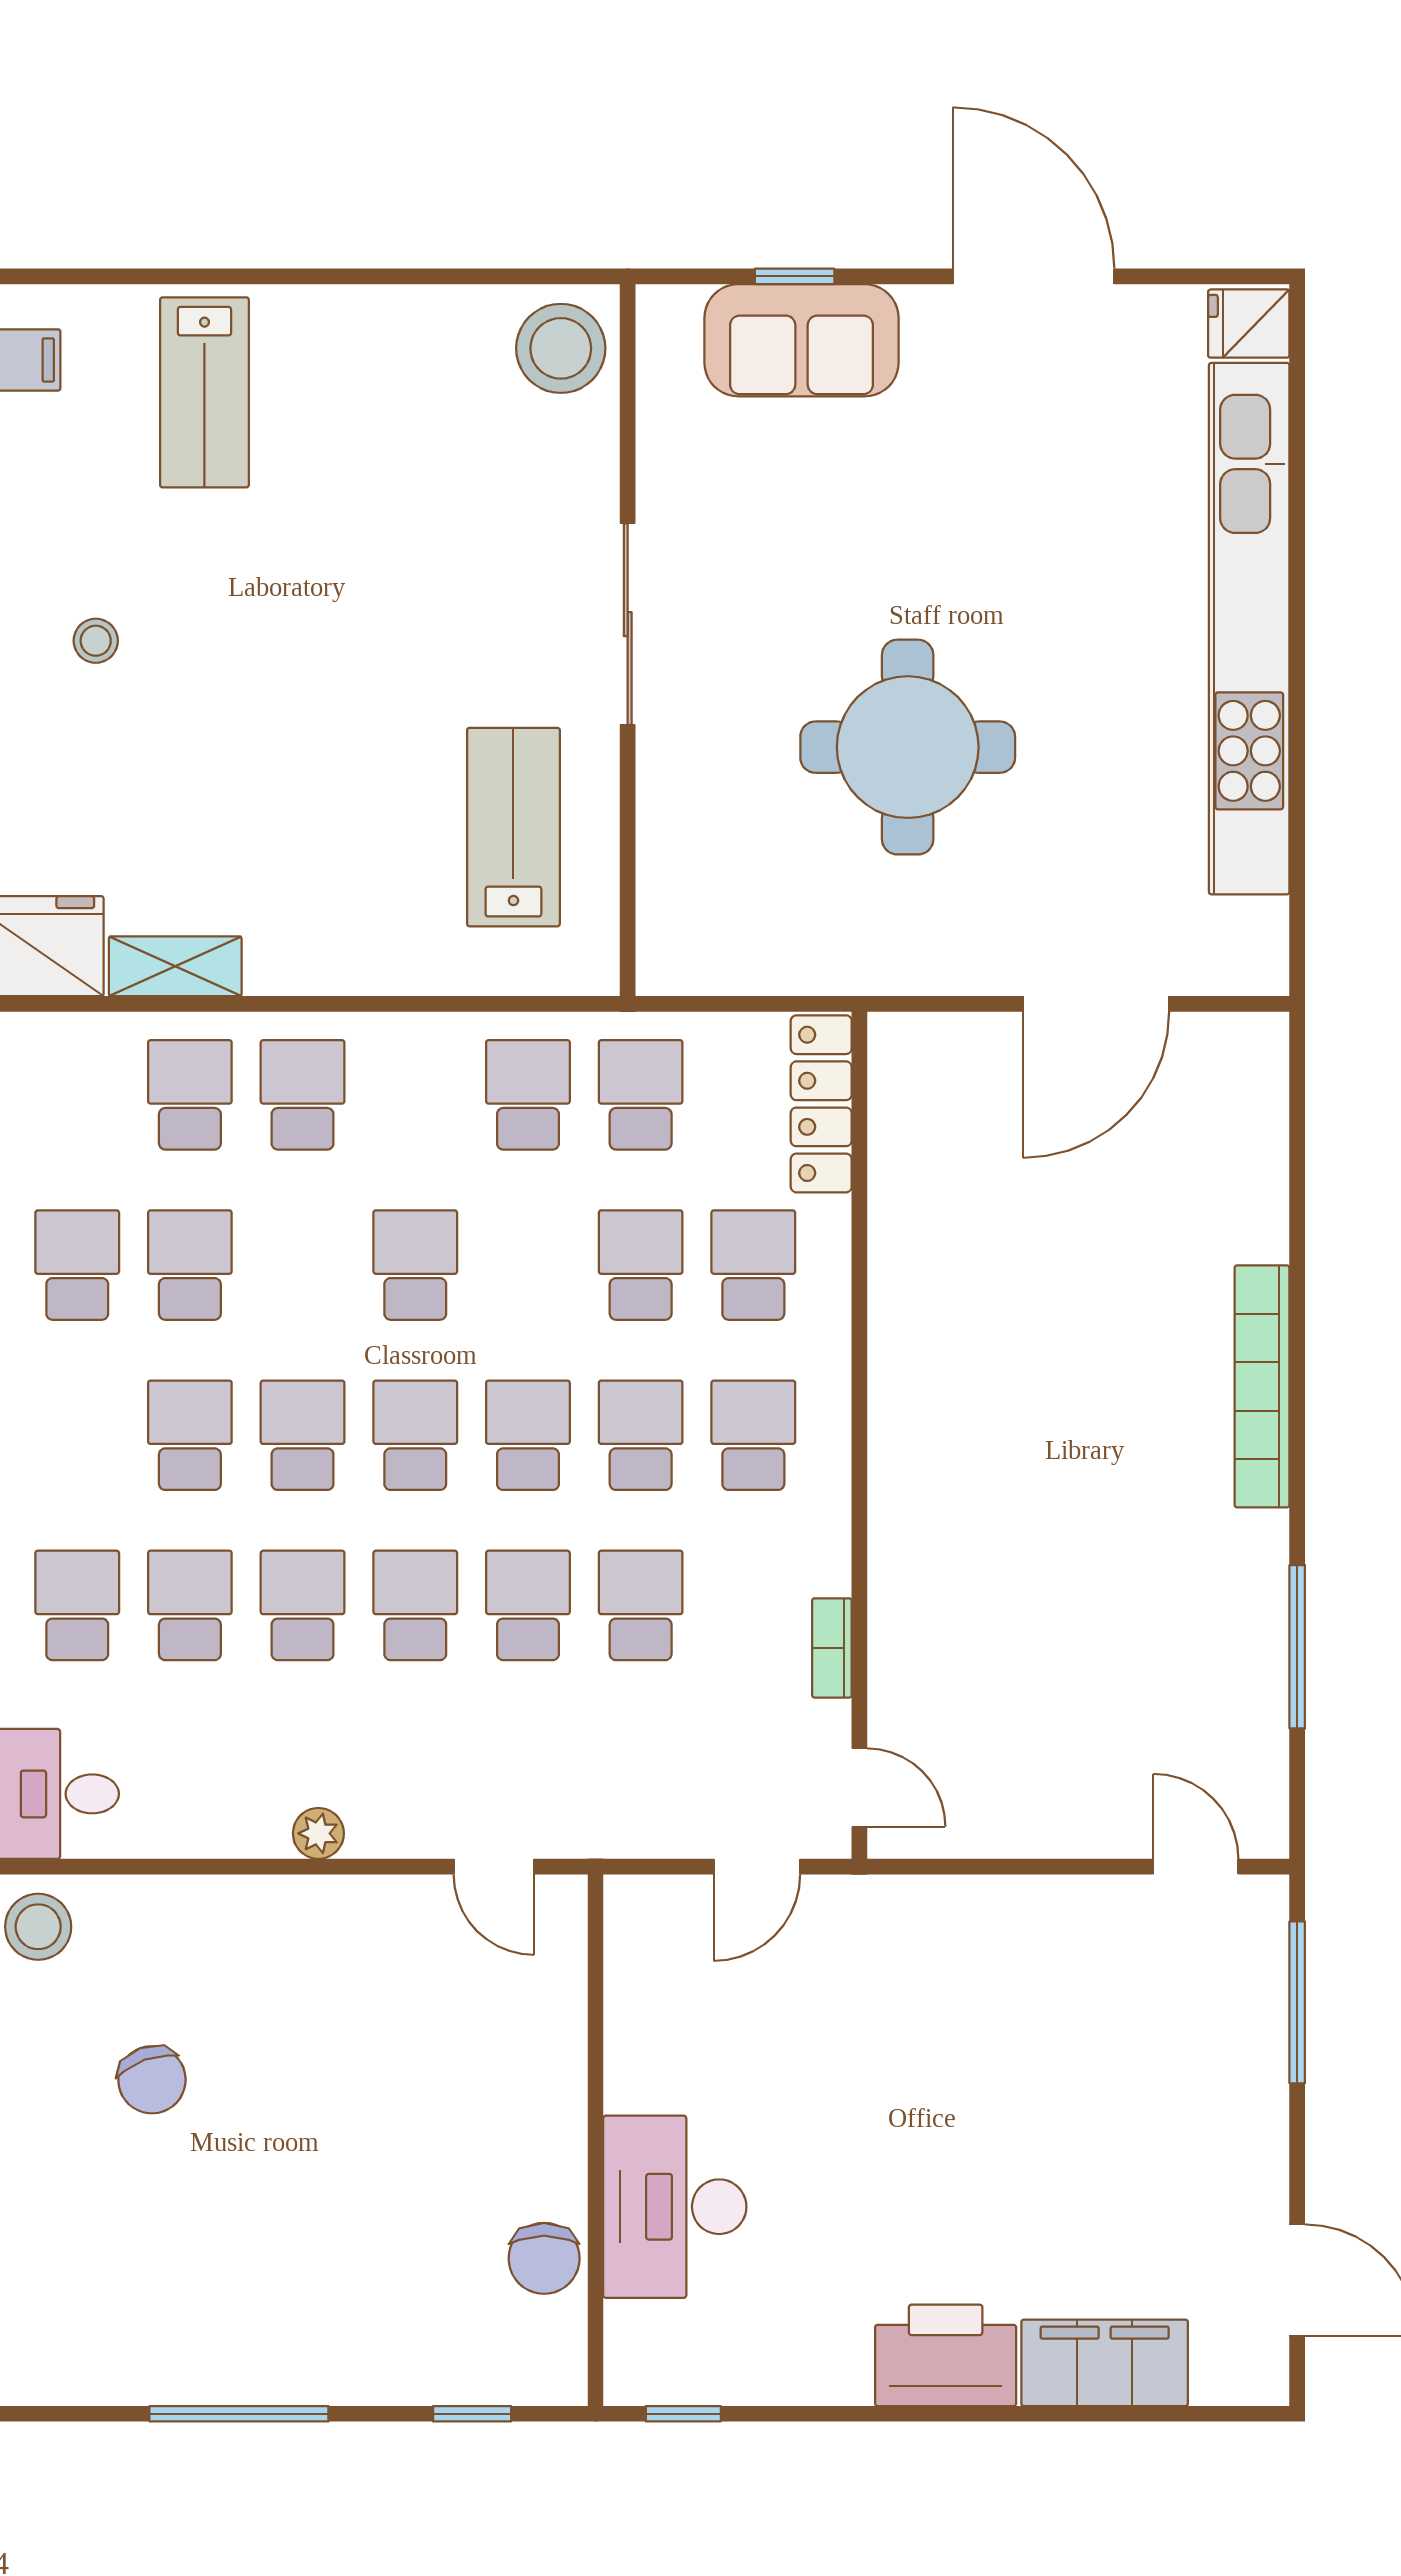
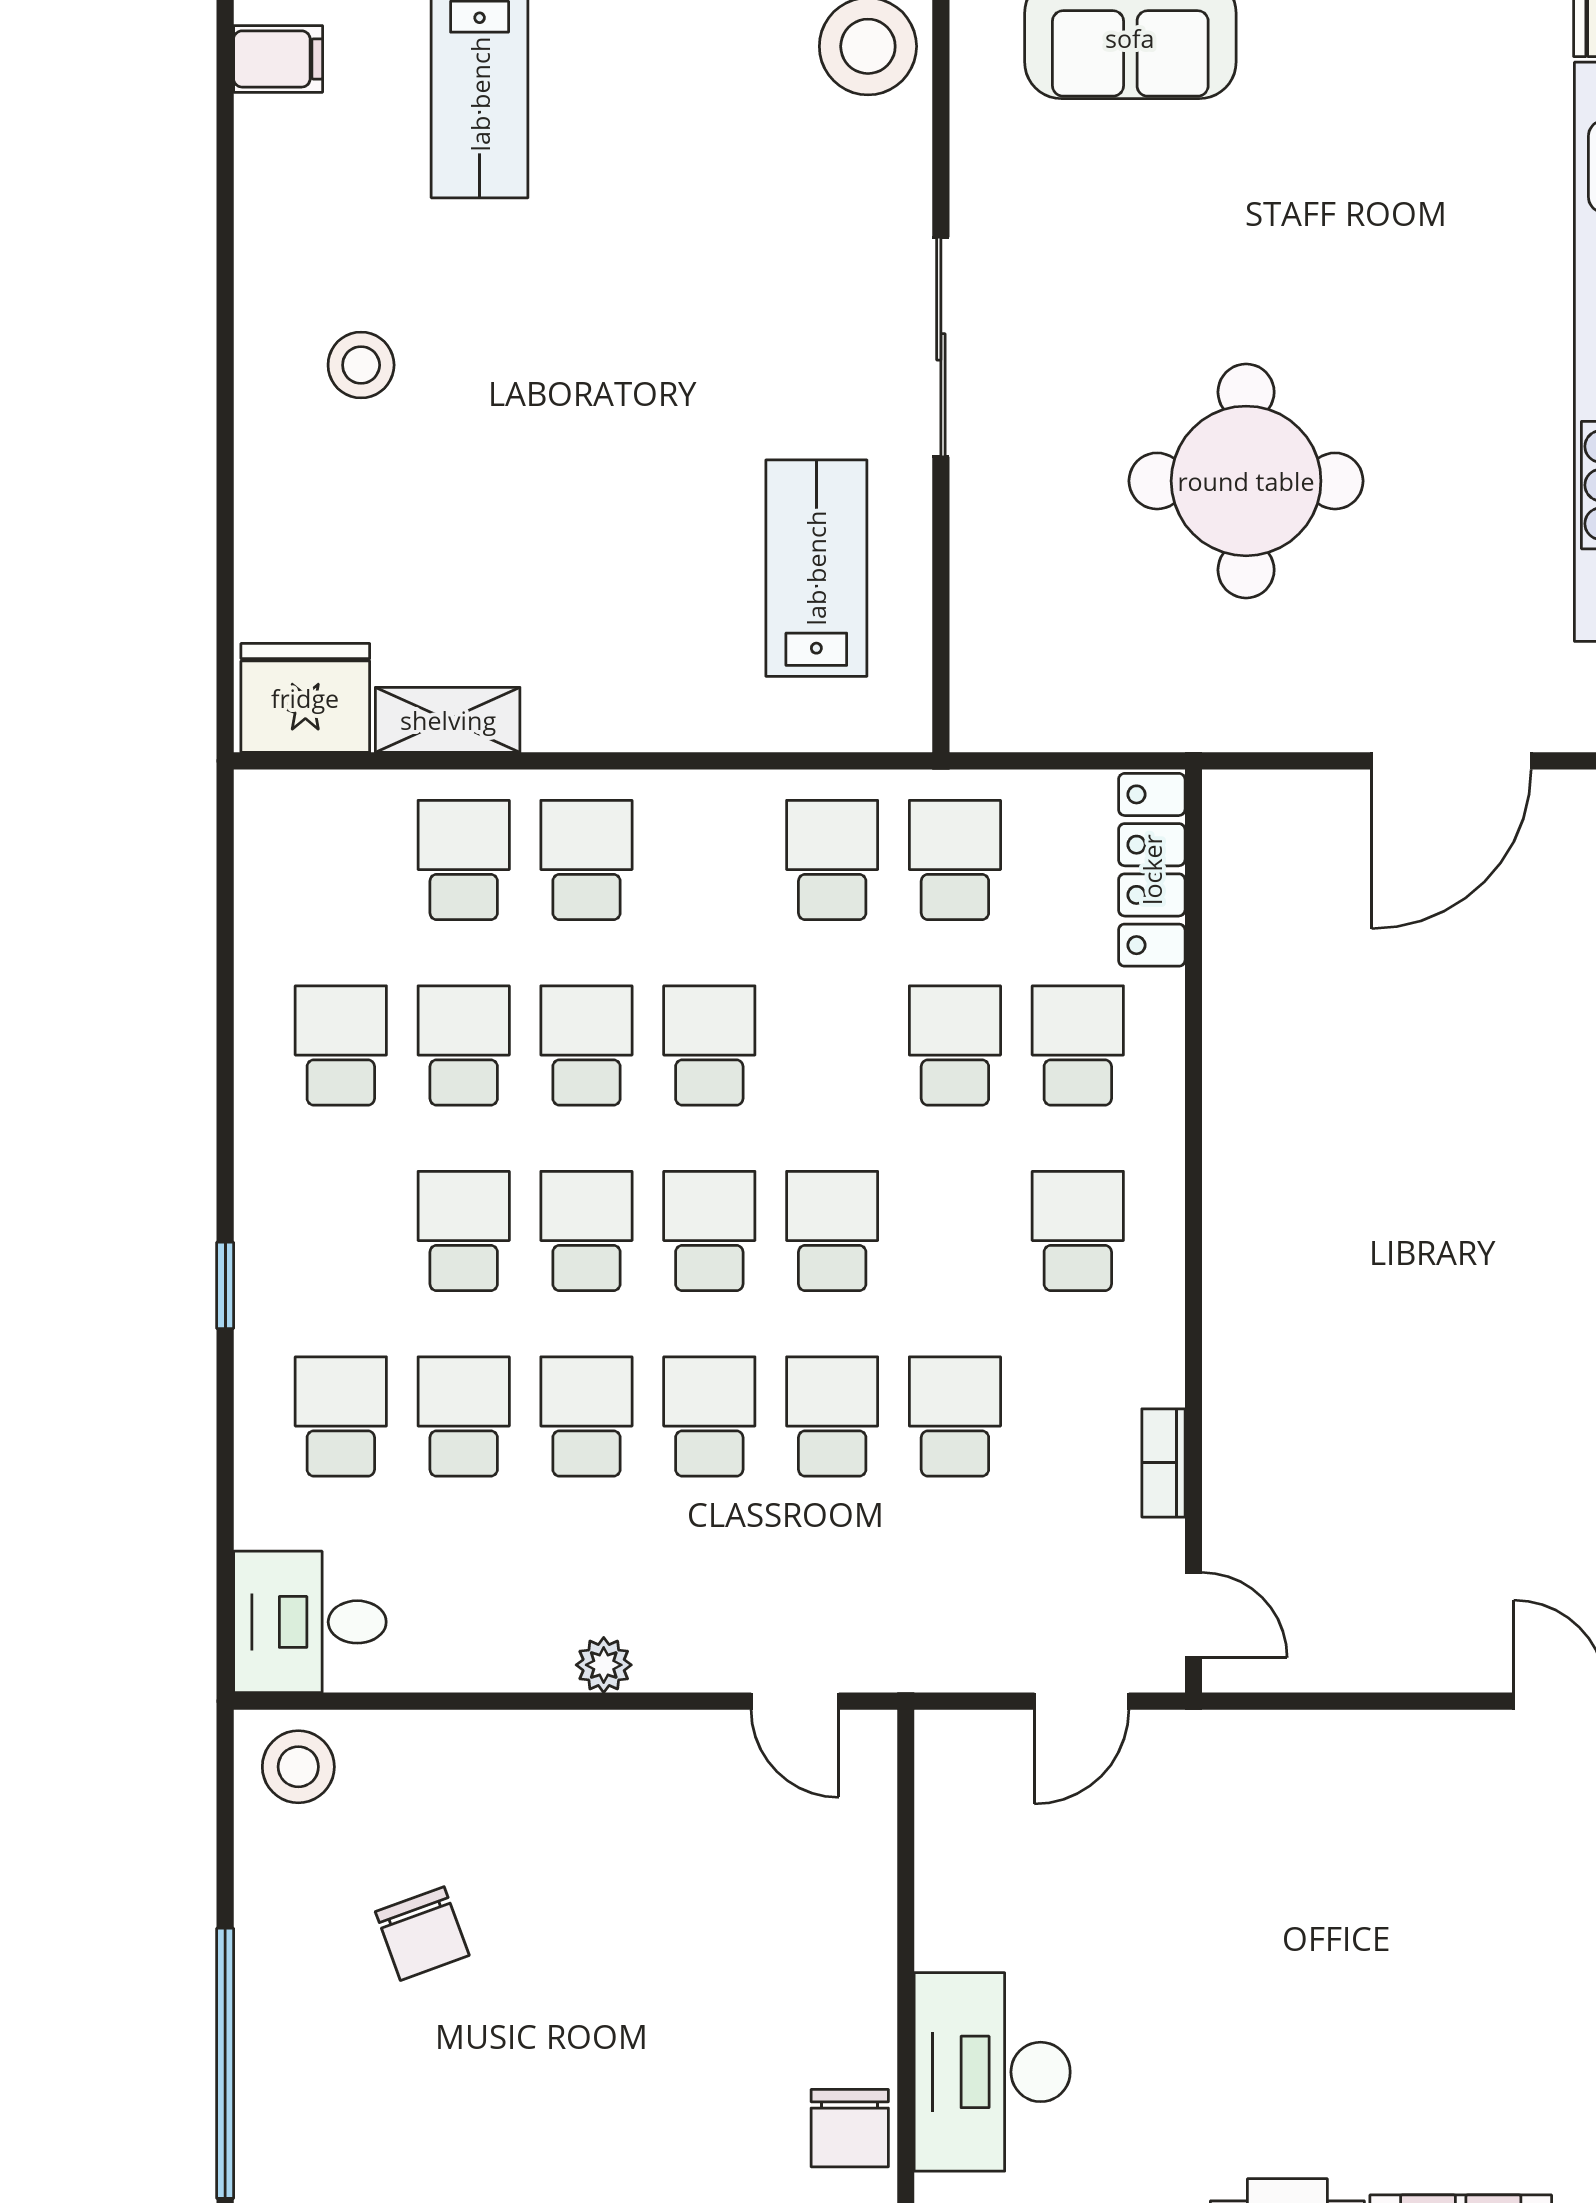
stool: (96, 641) -> (361, 365), width x1.37, depth x1.37
school desk: (641, 1435) -> (586, 1046), moved

